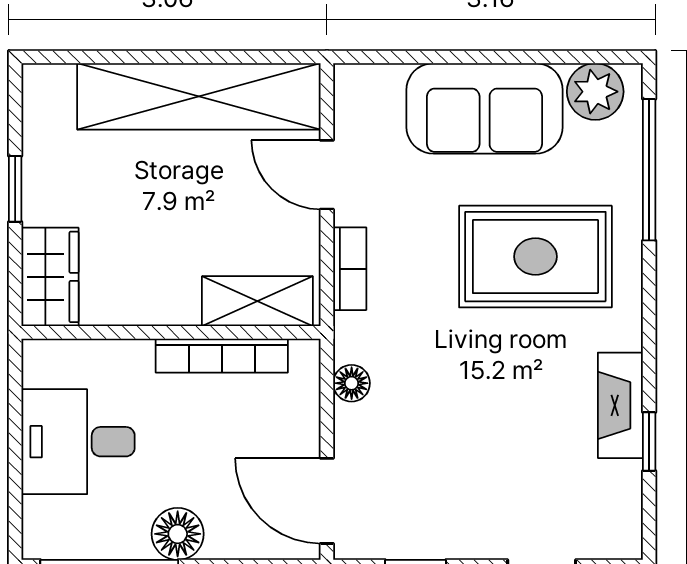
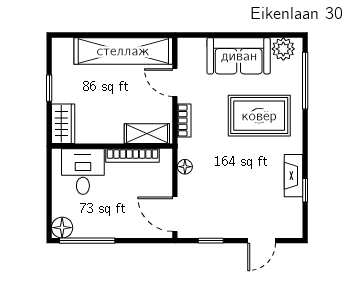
desk: (78, 442) -> (83, 172), moved, turned 90
floor lamp: (178, 534) -> (62, 228), moved

